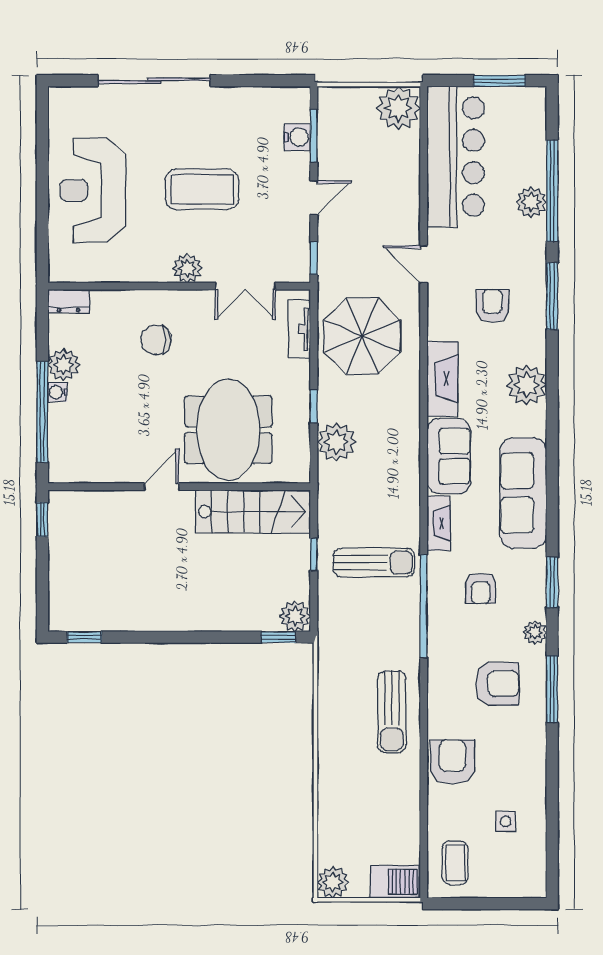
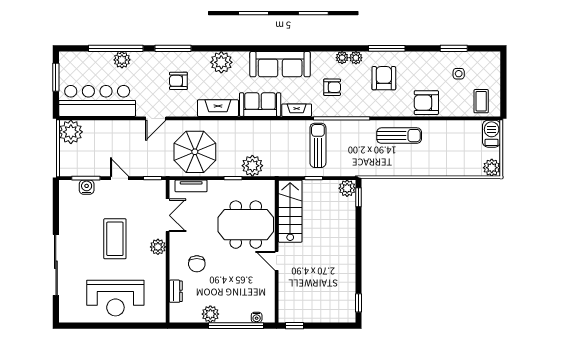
dresser: (68, 301) -> (176, 291), moved
water cooler: (57, 392) -> (257, 317), moved
window: (552, 582) -> (454, 48), moved
plant: (535, 607) -> (342, 58), added
coffee table: (455, 863) -> (481, 101), turned 90

